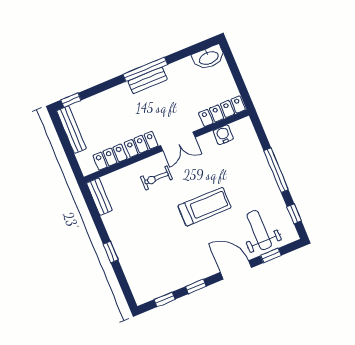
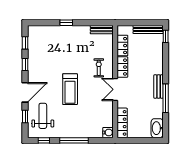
window: (145, 69) -> (166, 98), moved
water cooler: (223, 135) -> (108, 132), moved
weight bench: (259, 230) -> (43, 116), turned -90

